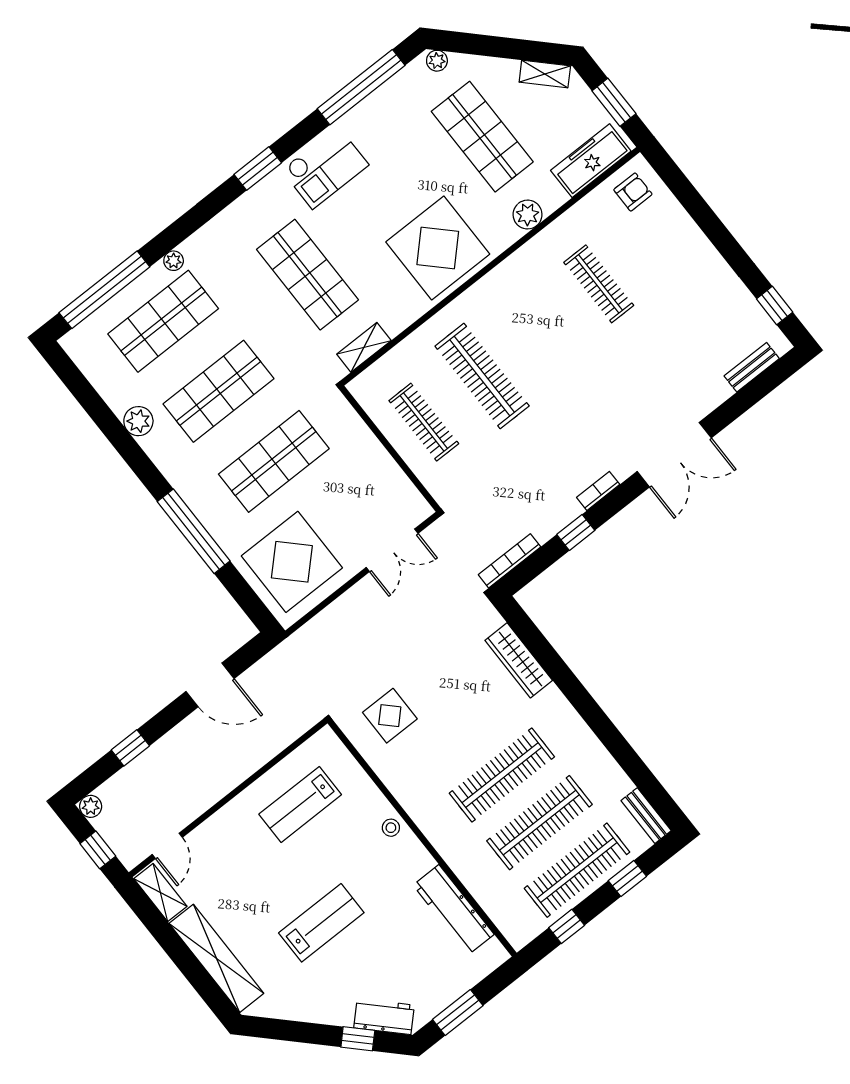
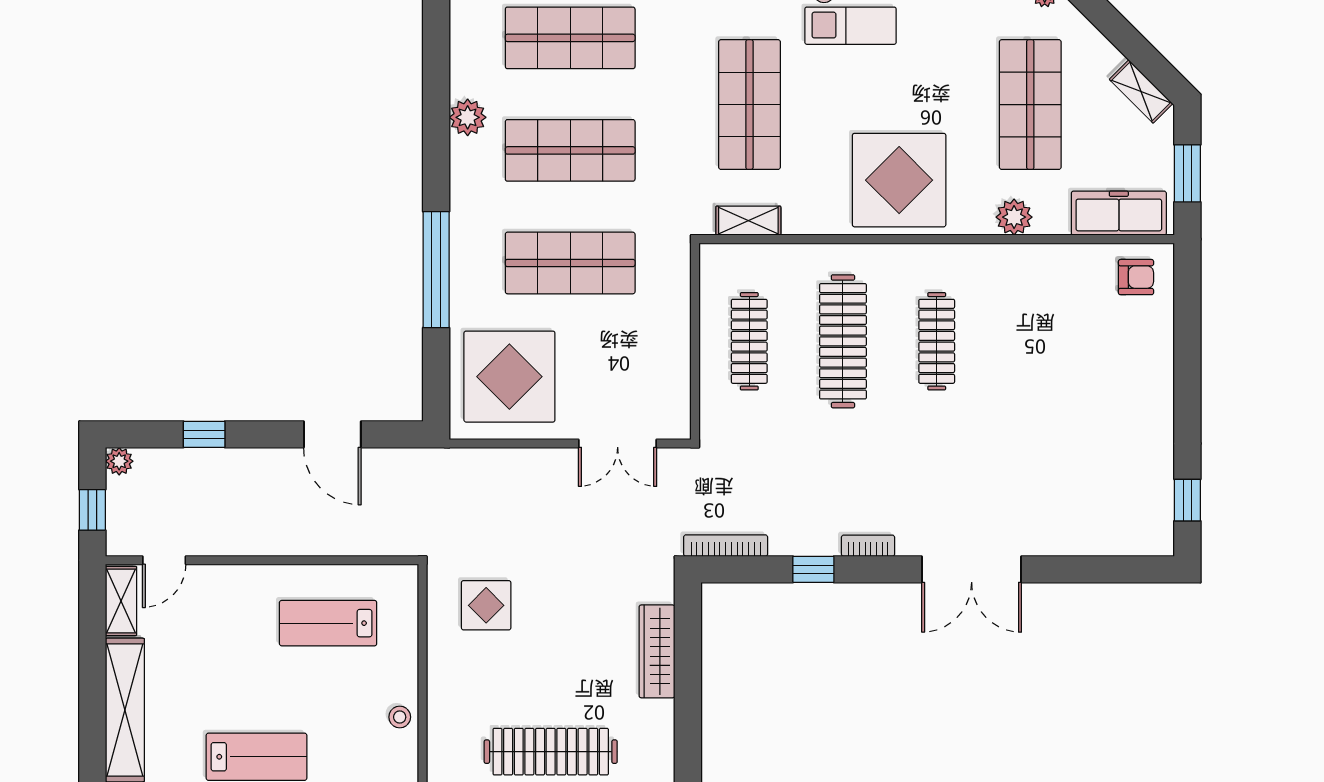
clothes rail: (599, 284) -> (937, 341), moved
bench: (752, 367) -> (1117, 543), removed

